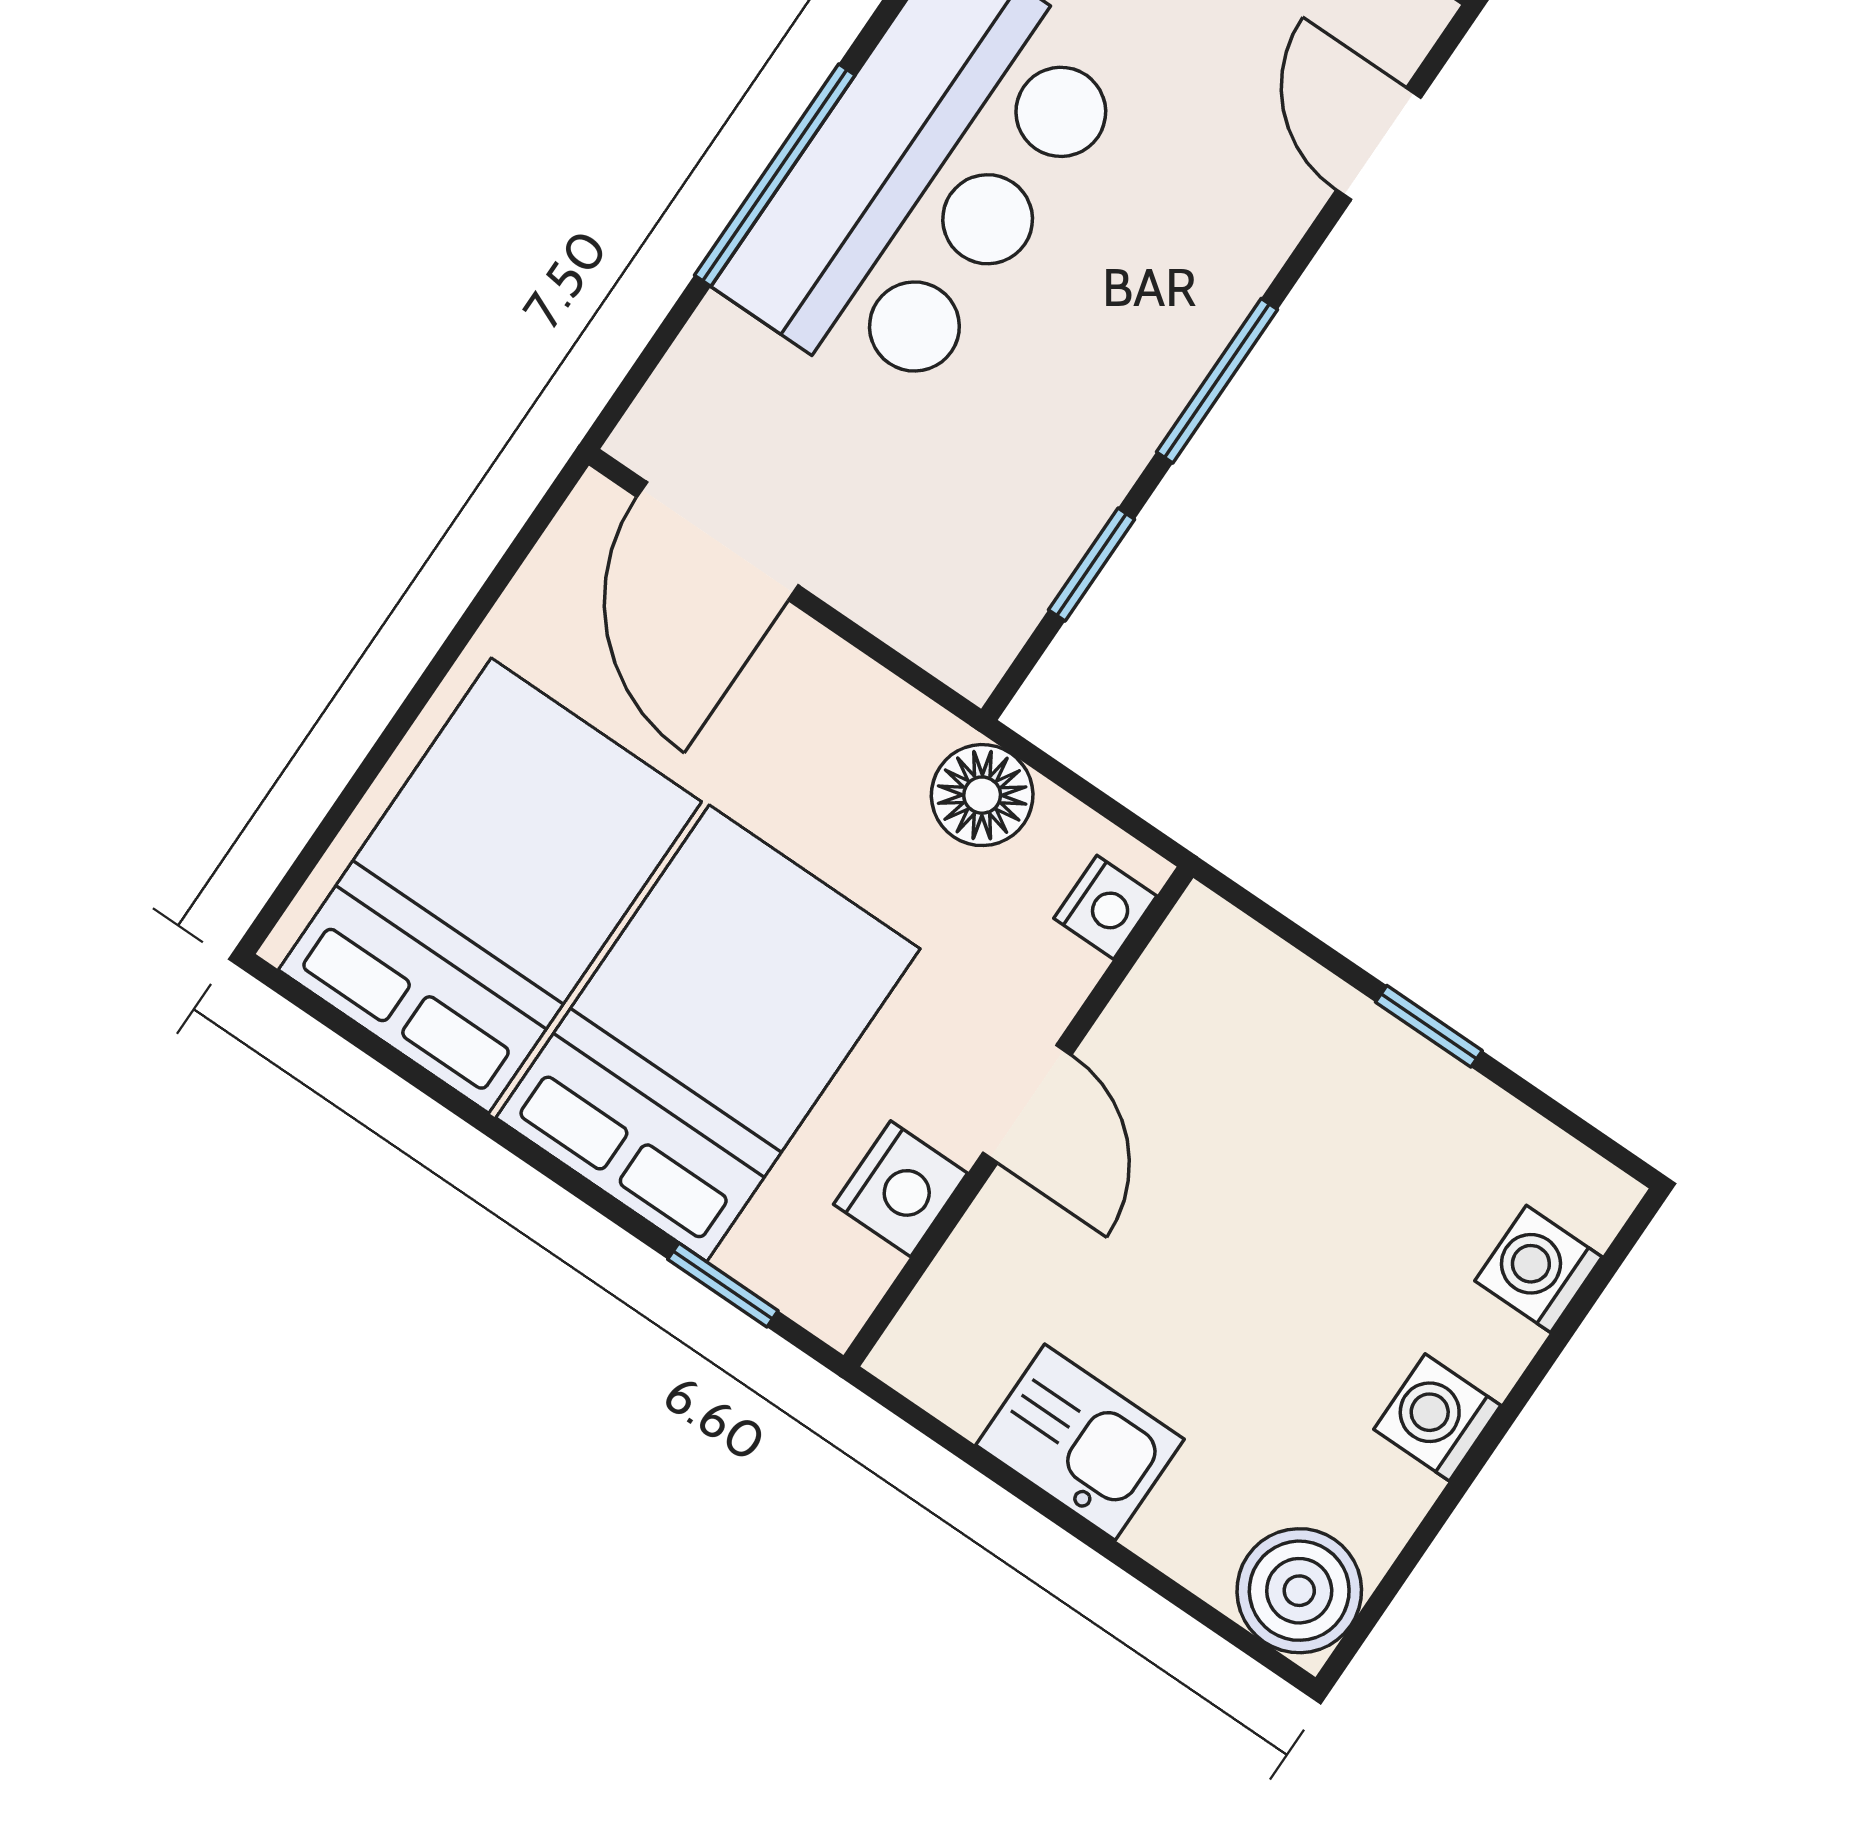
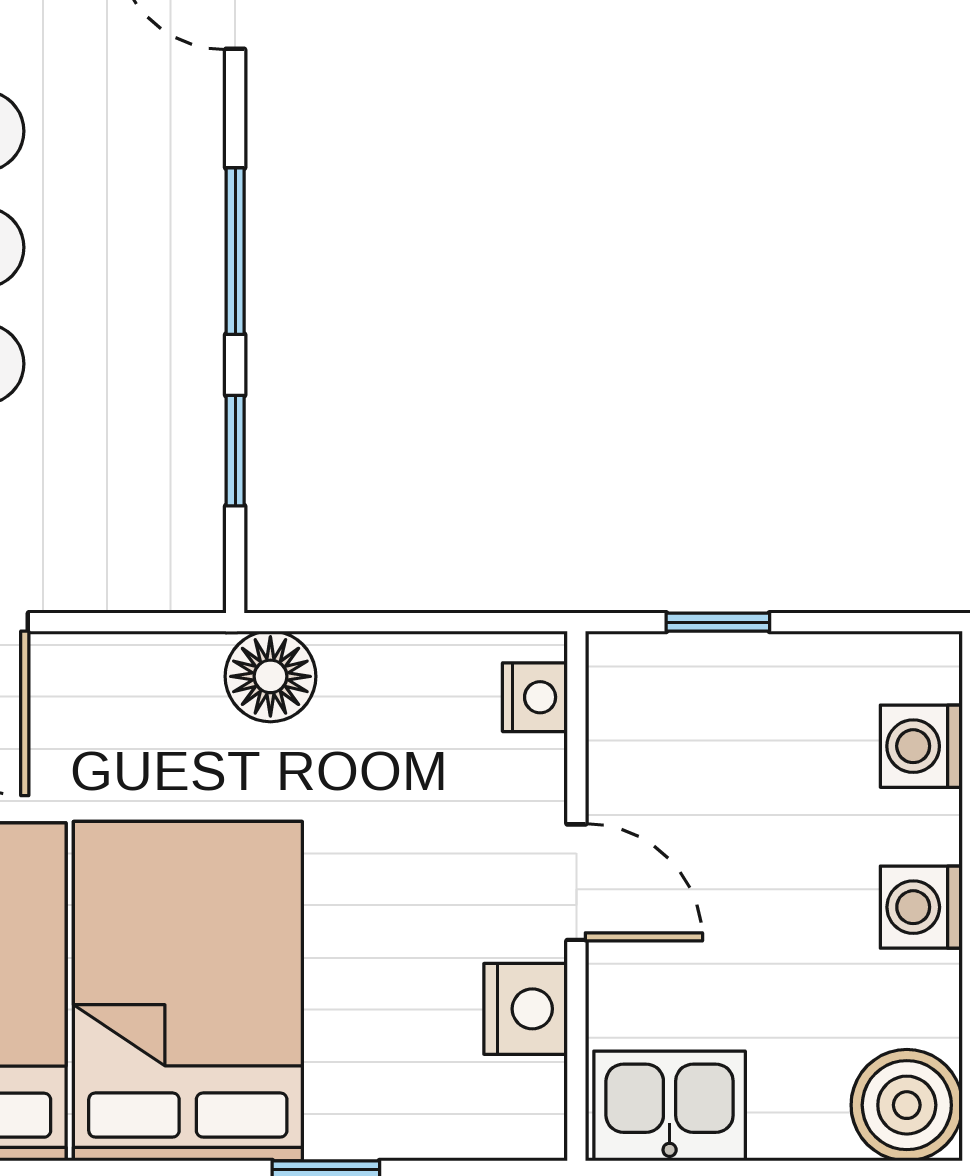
nightstand: (1105, 907) -> (535, 697), moved
door: (1027, 1104) -> (576, 882), moved
wall: (1018, 1116) -> (576, 896), moved
nightstand: (901, 1189) -> (526, 1009), moved

